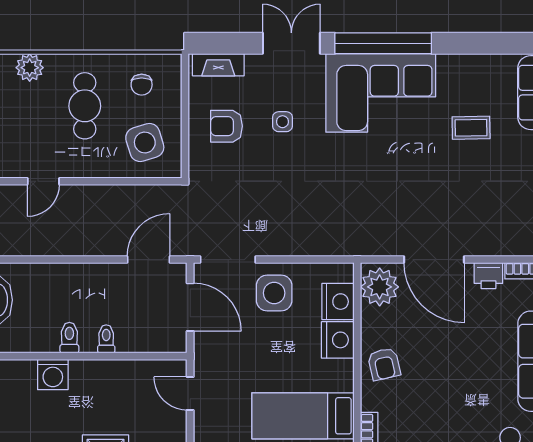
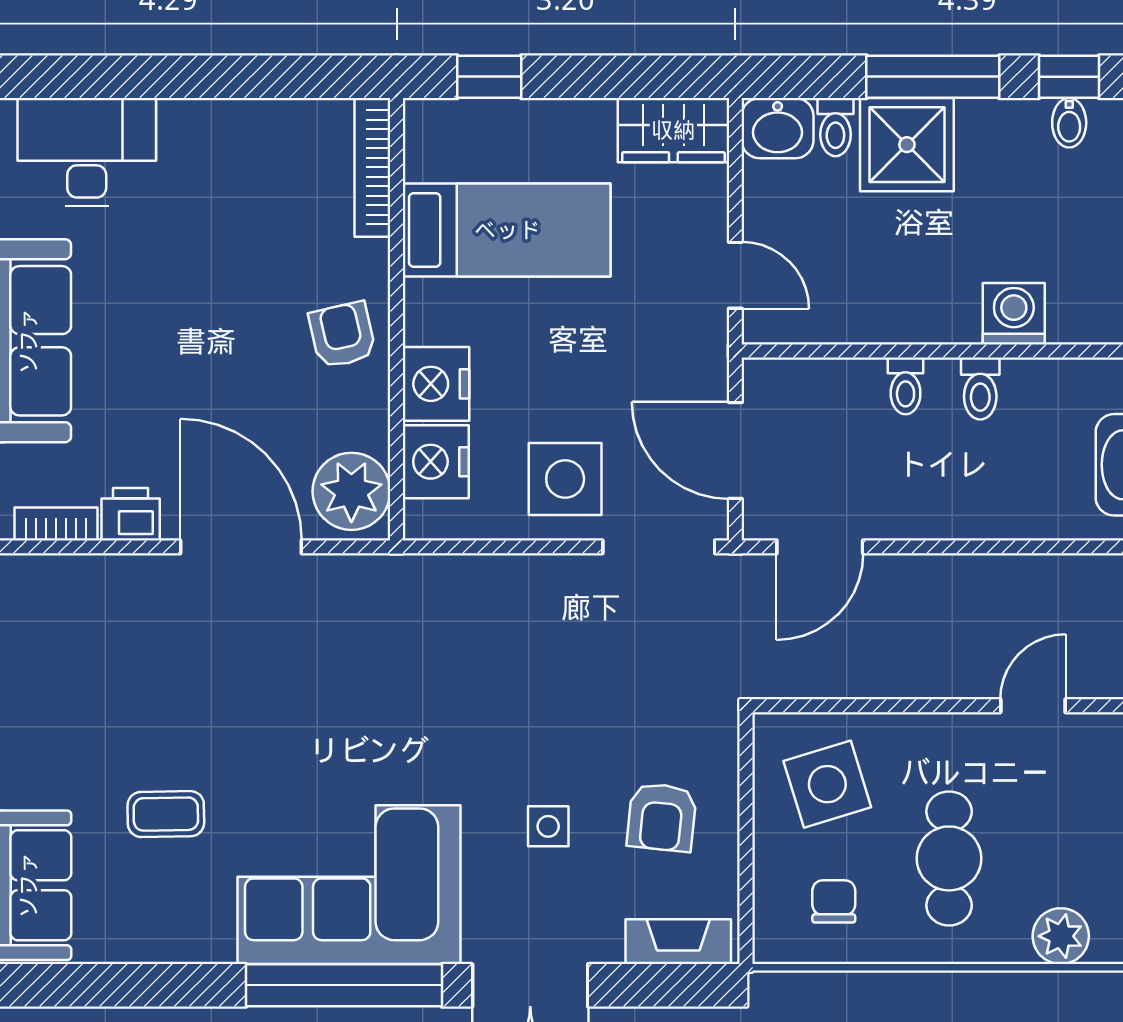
armchair: (226, 126) -> (662, 817), turned 96

